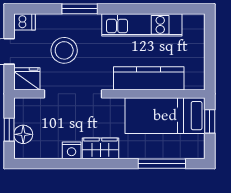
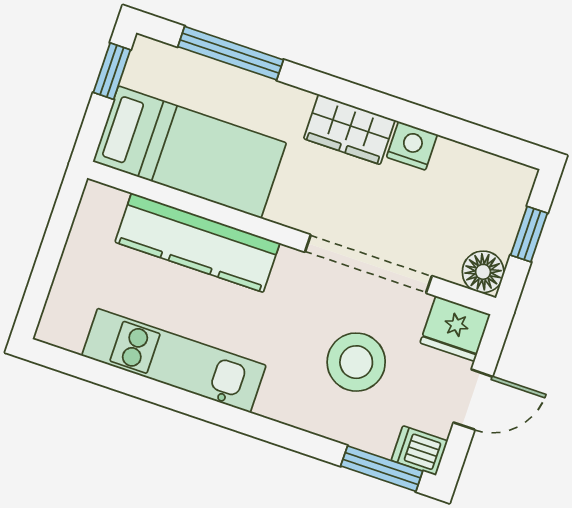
window: (80, 9) -> (382, 469), moved
window: (210, 121) -> (112, 71), moved
floor lamp: (23, 134) -> (483, 272), moved

